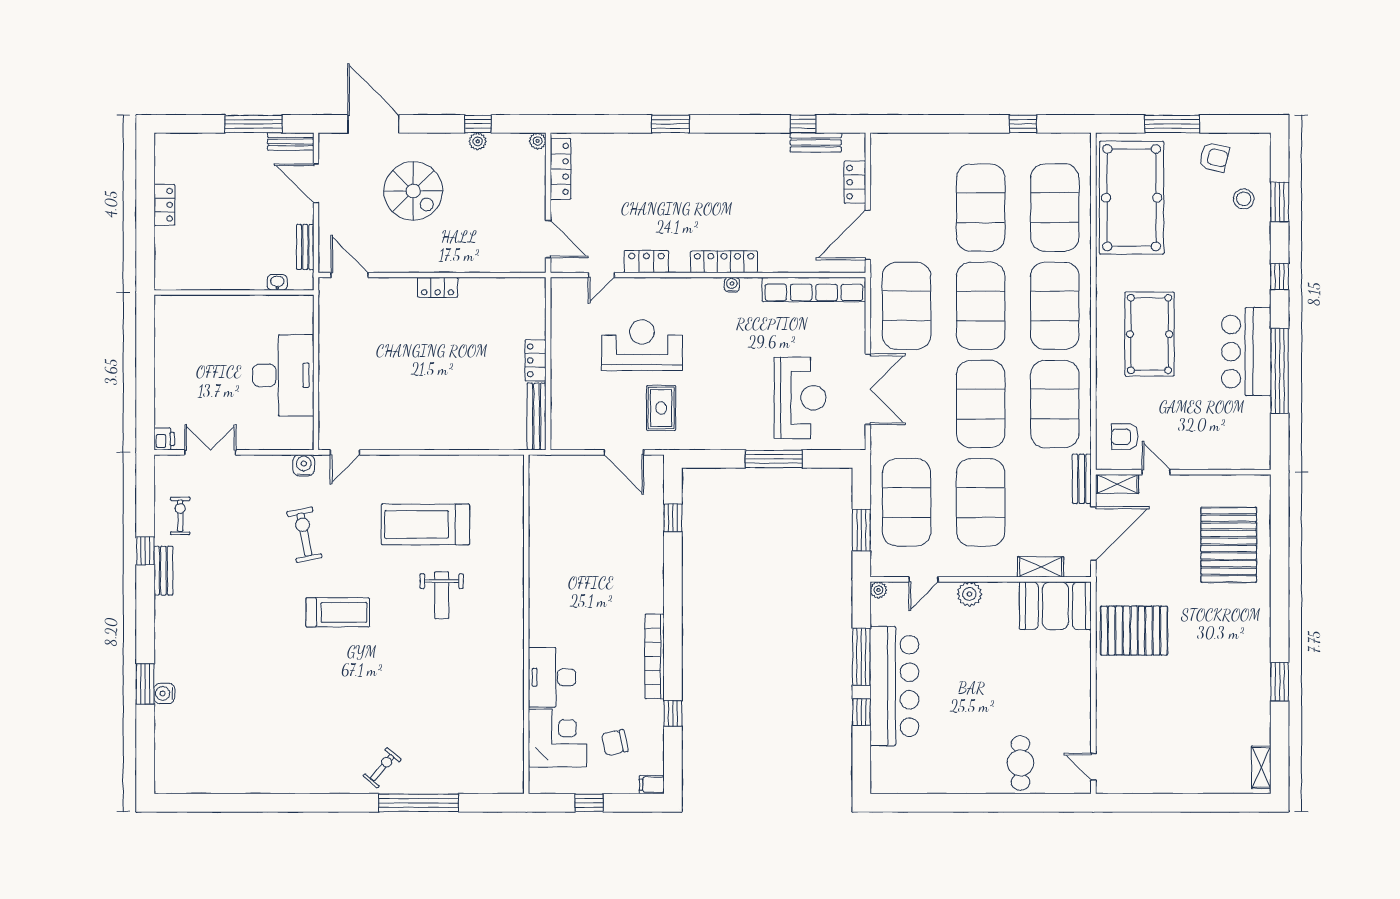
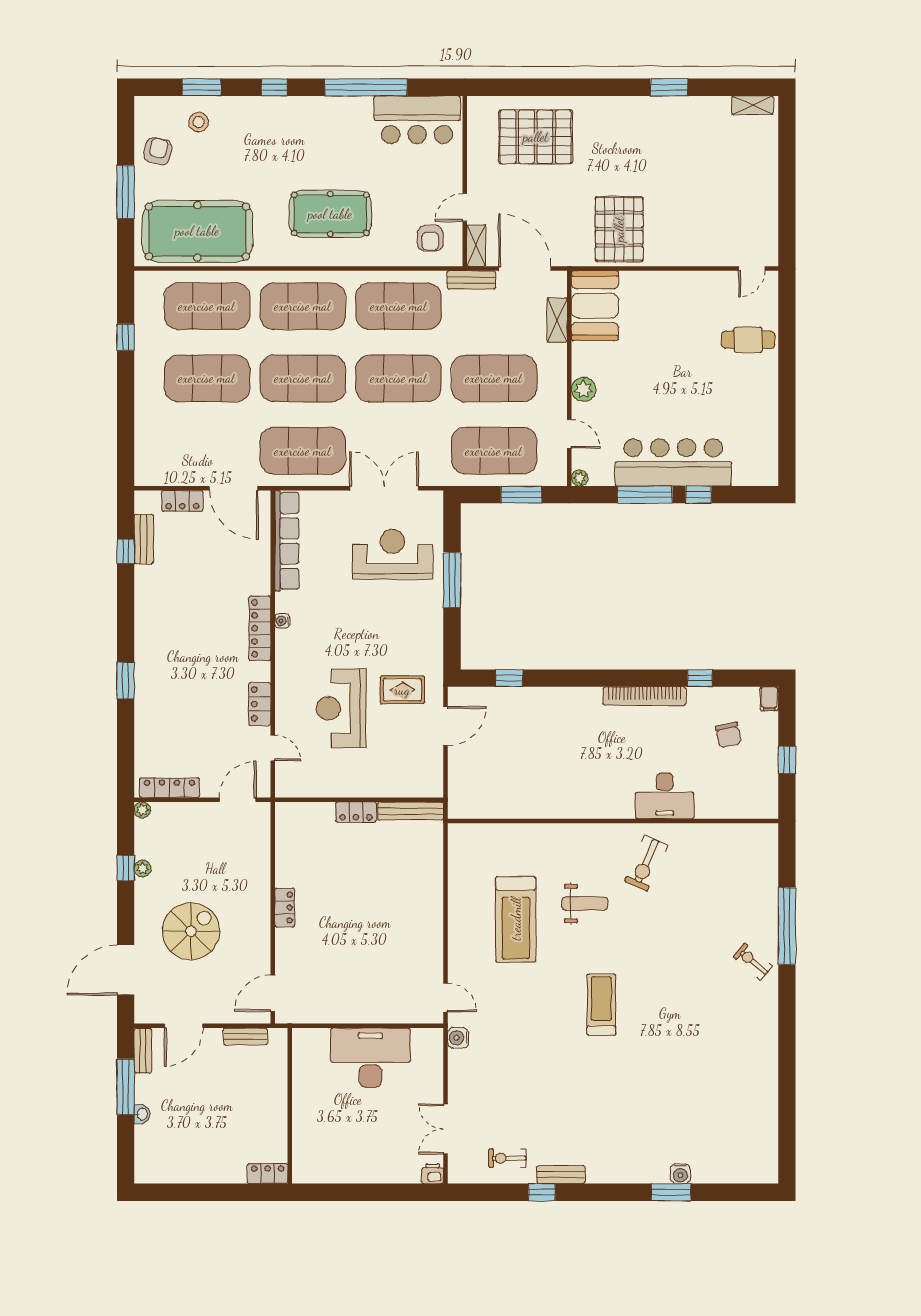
locker: (164, 205) -> (268, 1174), moved
washbasin: (277, 282) -> (142, 1114), moved, turned 180
bar counter: (1246, 352) -> (417, 120), moved
exercise bike: (304, 535) -> (646, 863), moved, turned -55
corner desk: (557, 738) -> (724, 791), removed

